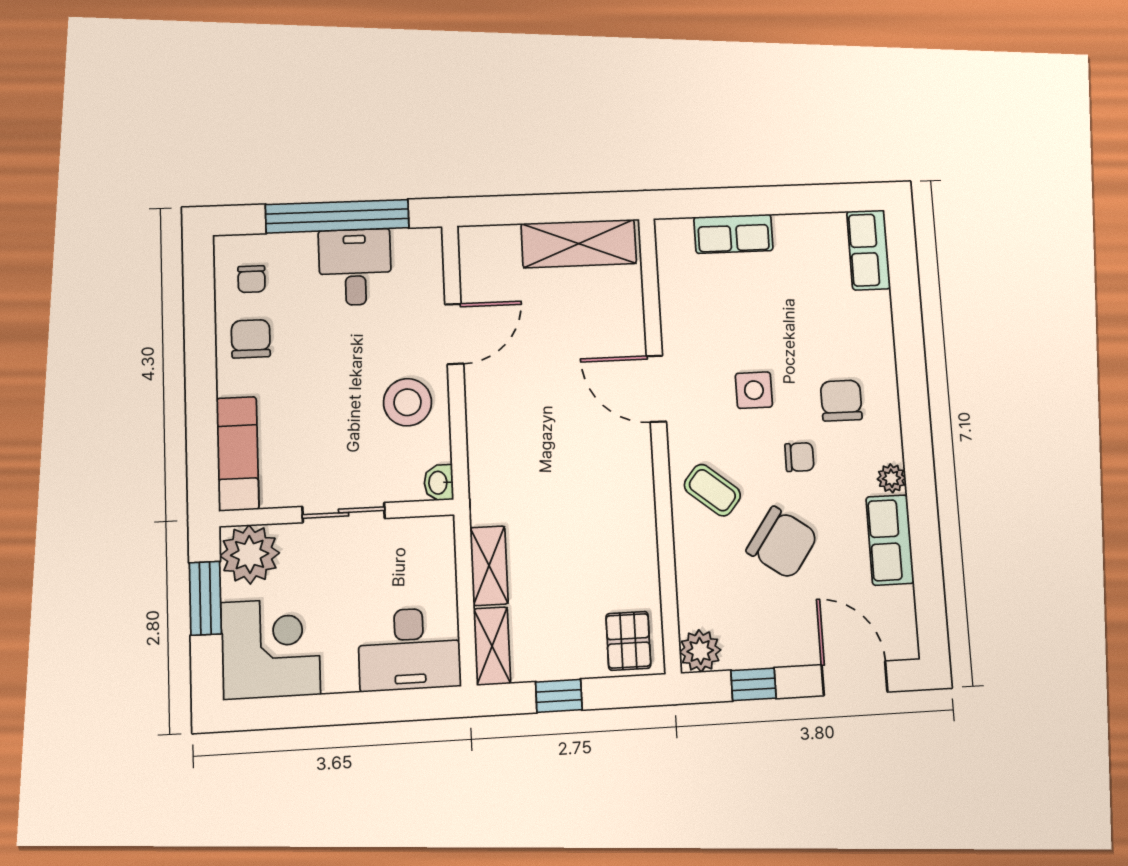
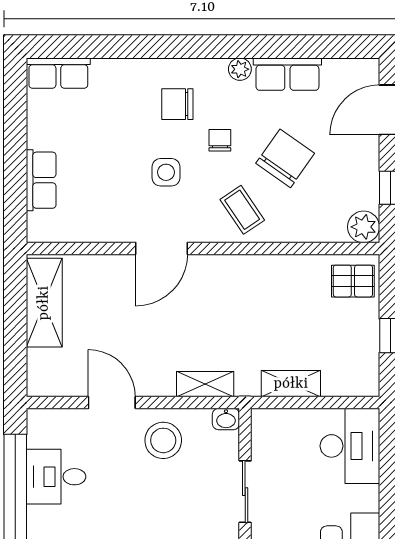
coffee table: (712, 490) -> (242, 210), turned -73
shelving: (492, 646) -> (205, 384), moved

